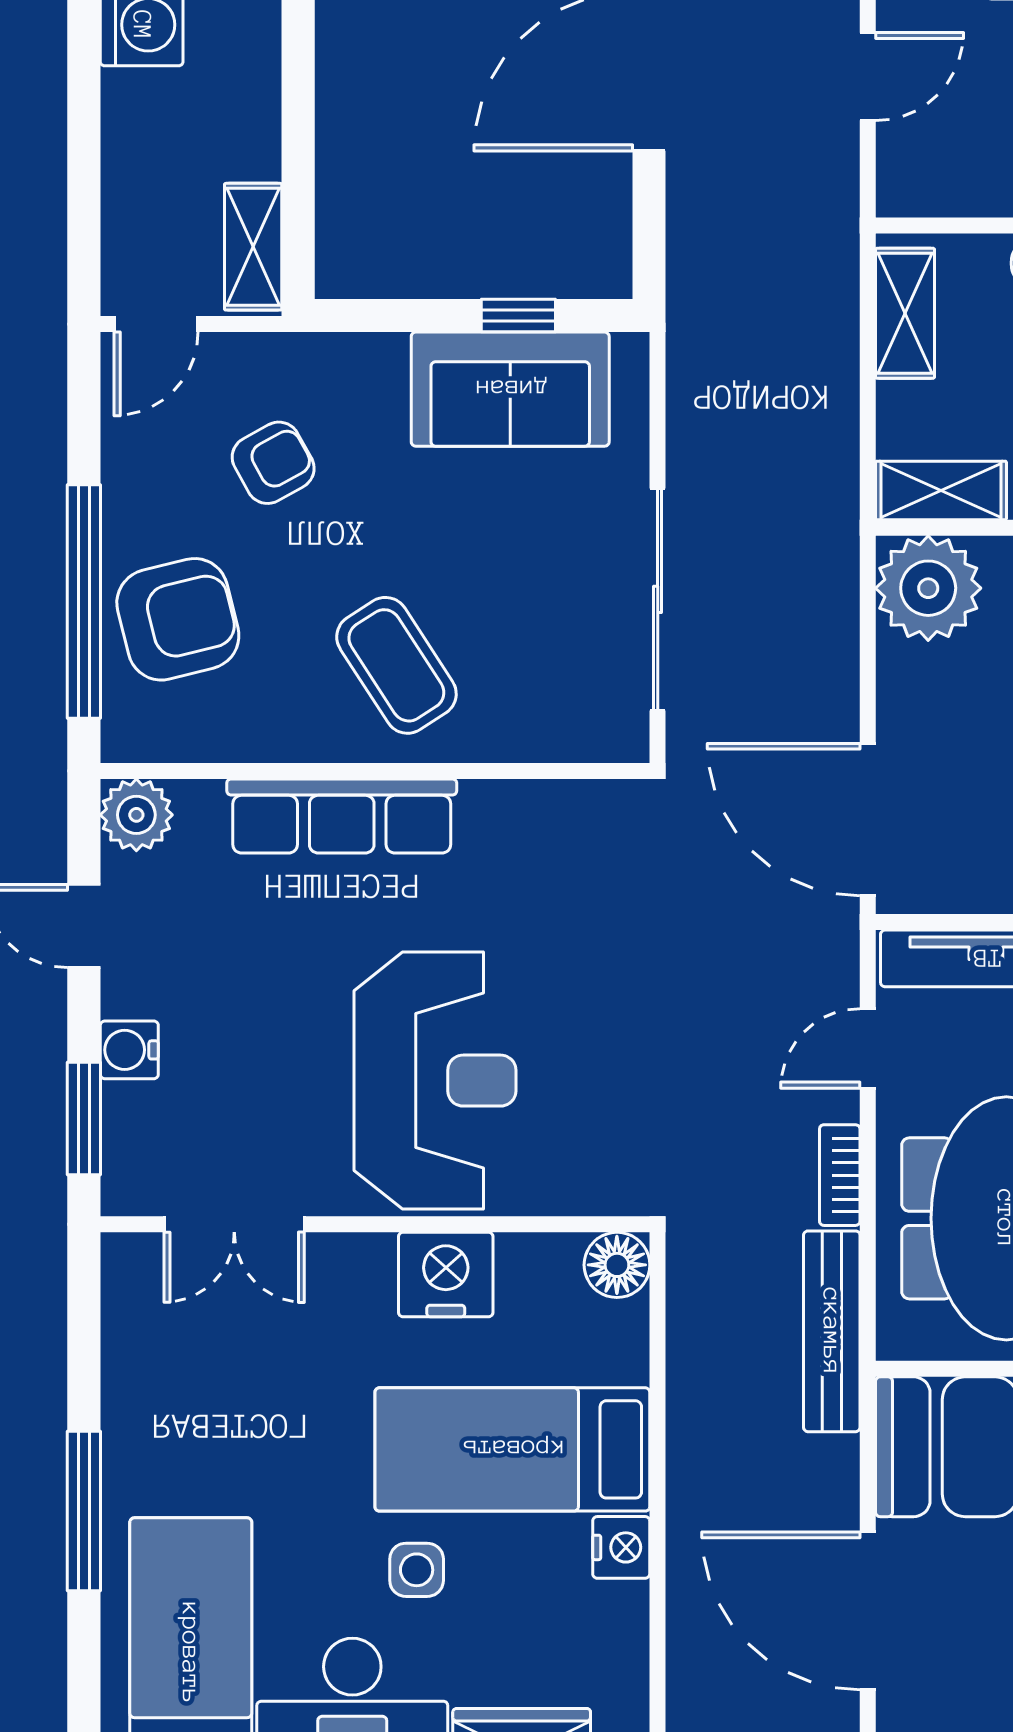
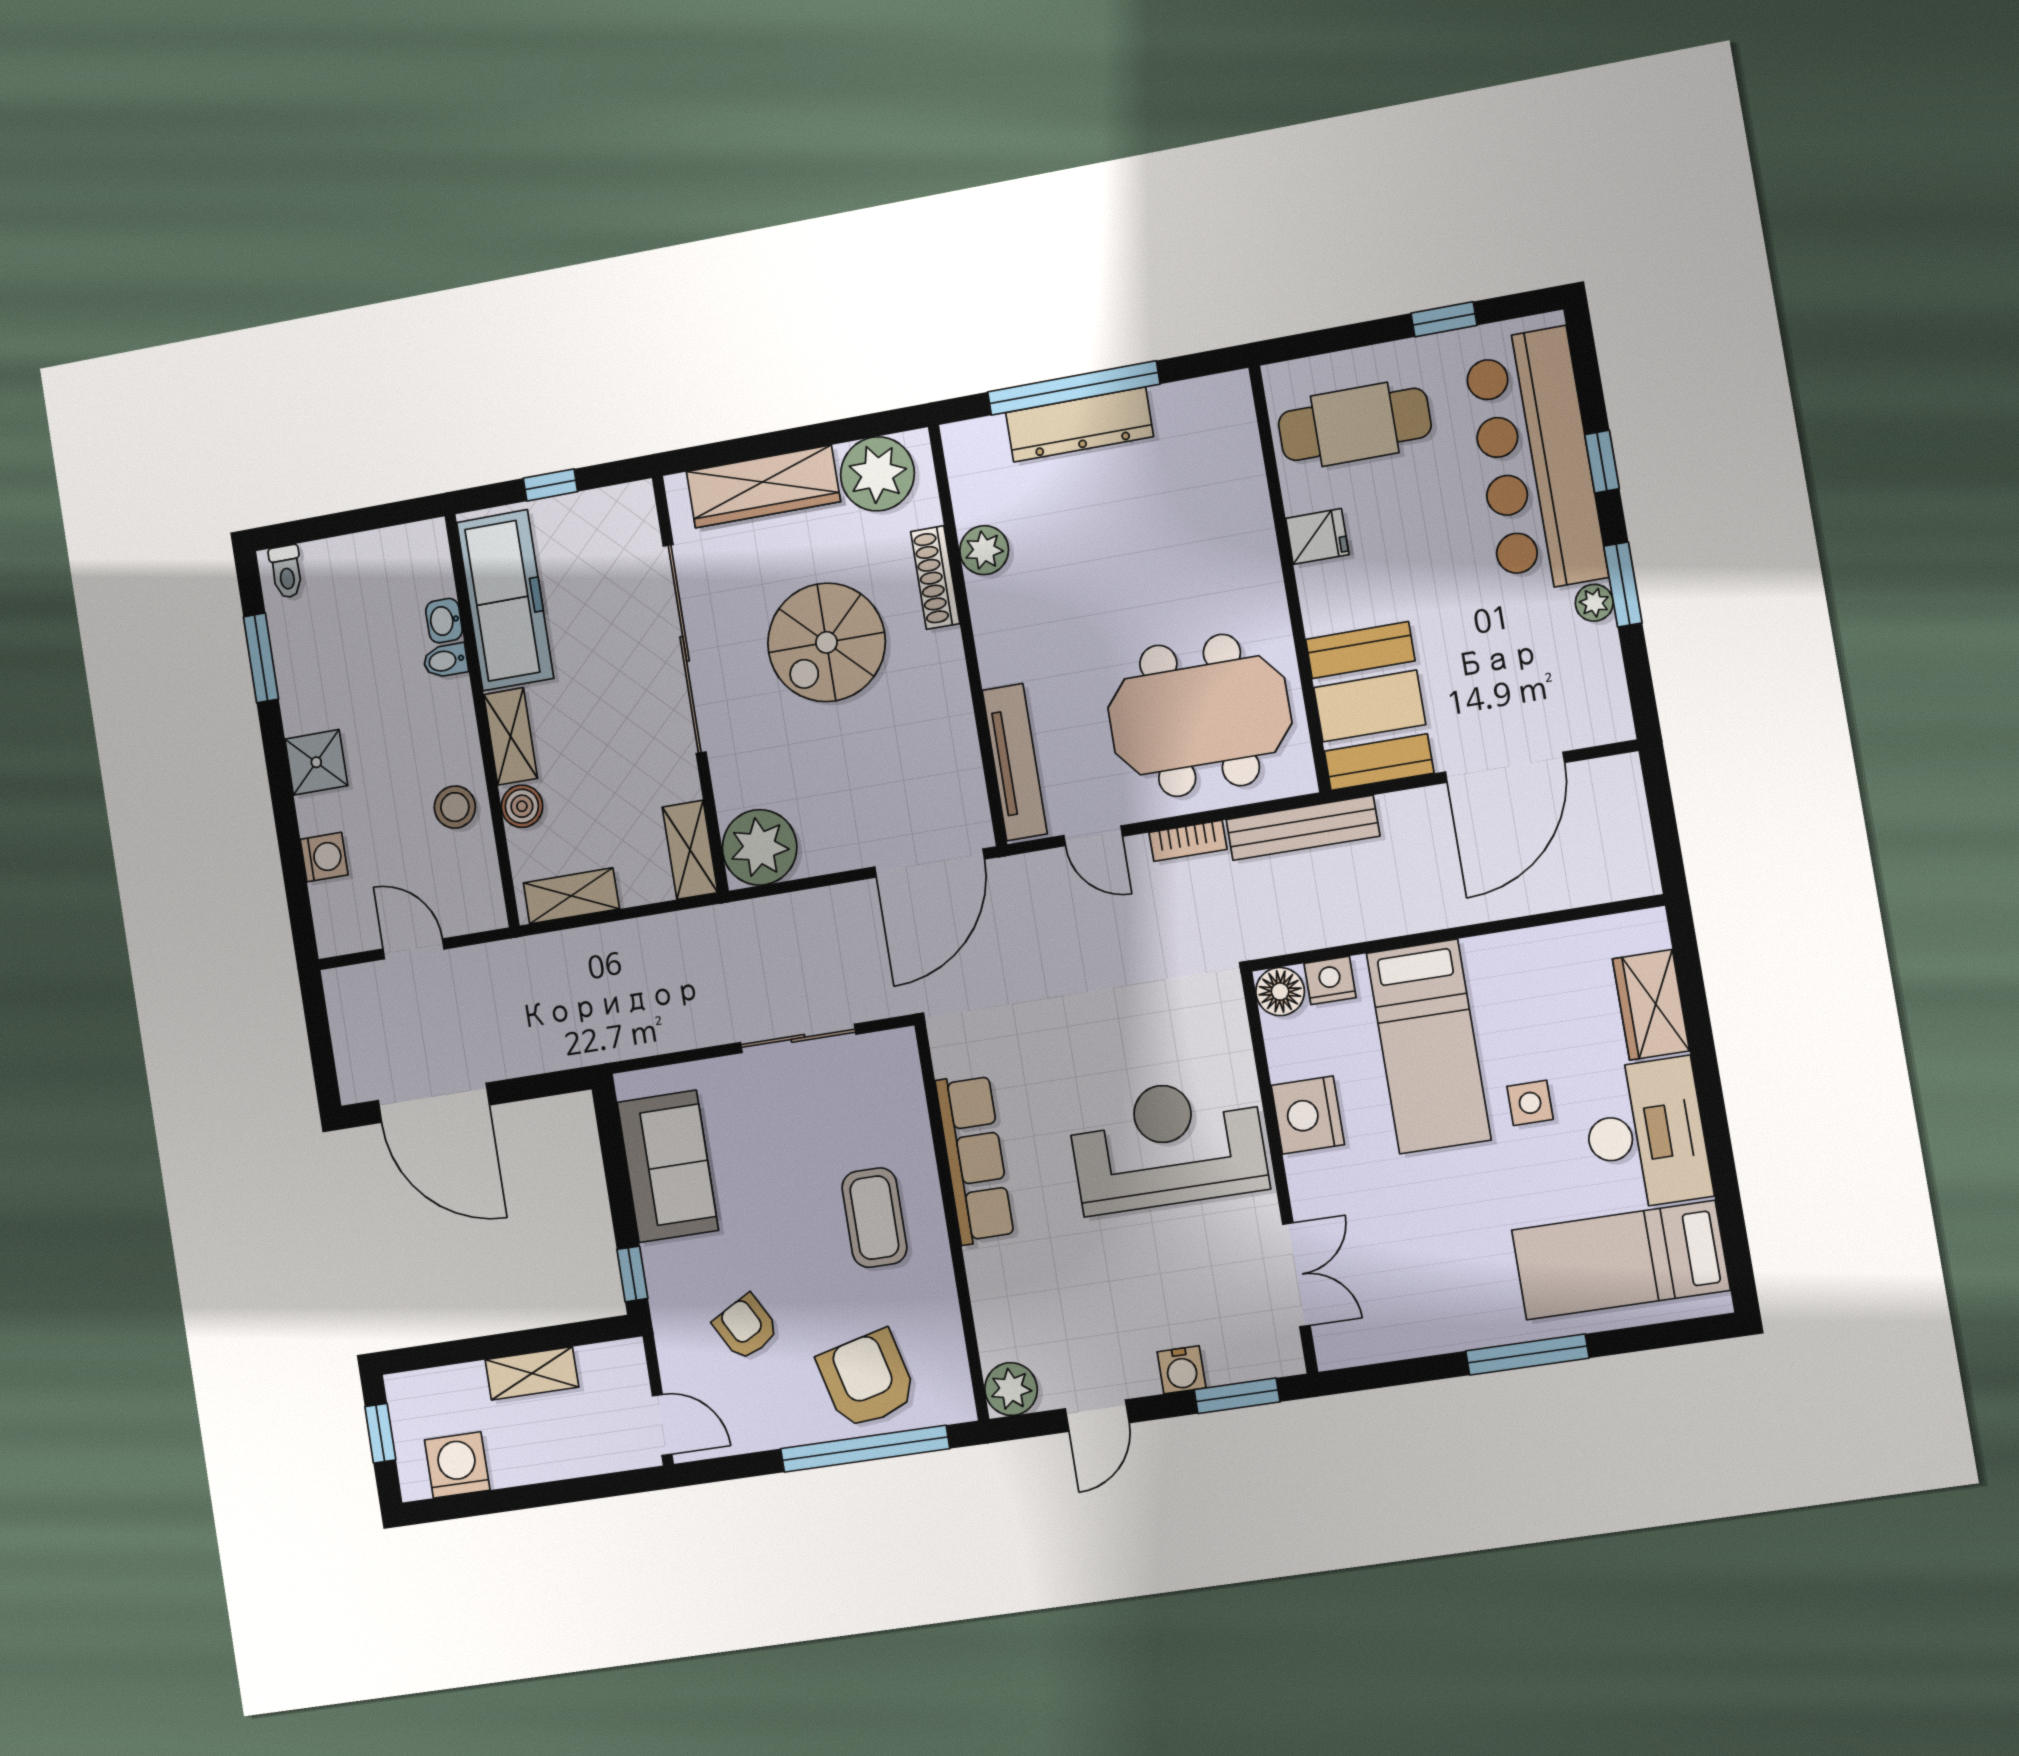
shelving: (253, 247) -> (532, 1373), moved
window: (518, 316) -> (632, 1274), moved
sliding door: (658, 599) -> (798, 1038), width x0.73
coffee table: (396, 665) -> (874, 1218), turned -57
row of seats: (342, 816) -> (975, 1159), moved
nightstand: (621, 1547) -> (1330, 980), moved

